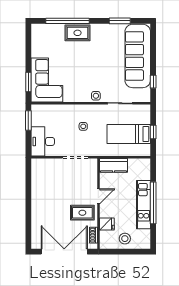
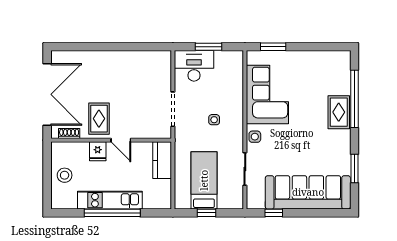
corner sofa: (47, 80) -> (267, 95), moved, turned -90
window: (28, 120) -> (209, 47), moved
fridge: (107, 224) -> (98, 151), moved

